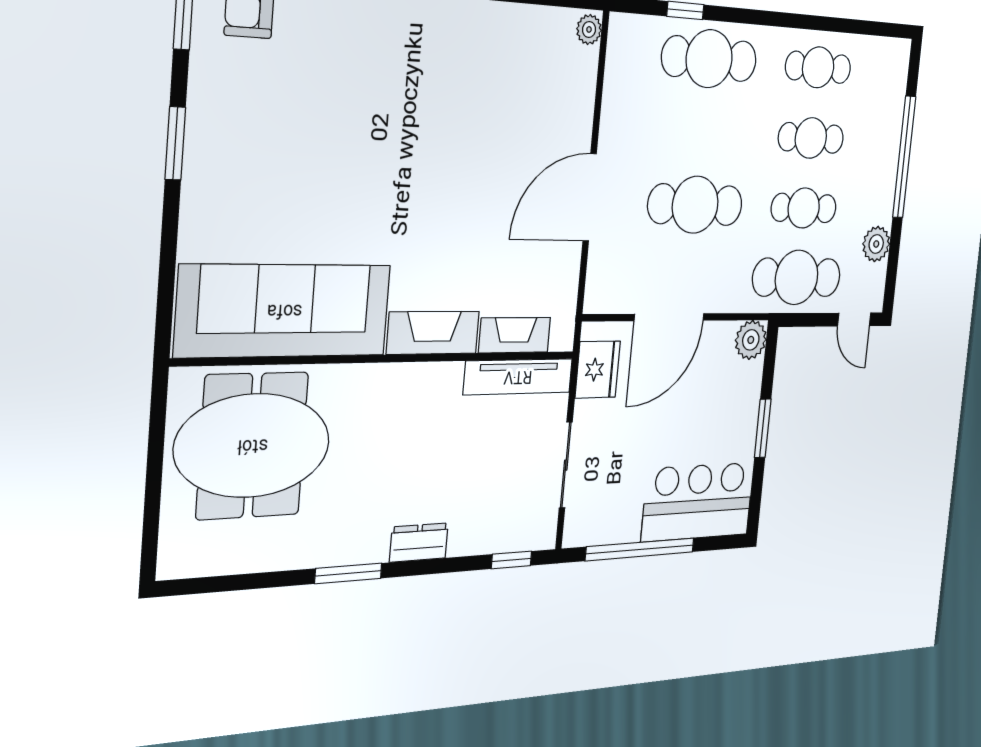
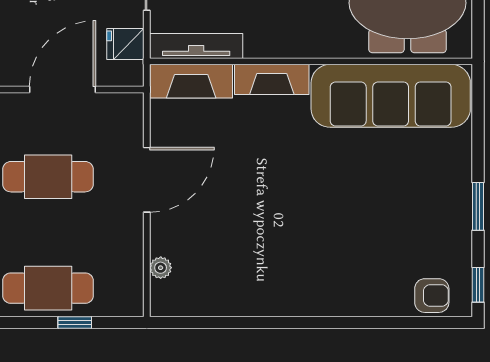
plant: (589, 29) -> (161, 268), moved
fireplace: (515, 335) -> (191, 81), width x1.37, depth x1.32
fridge: (598, 370) -> (125, 44), width x0.72

